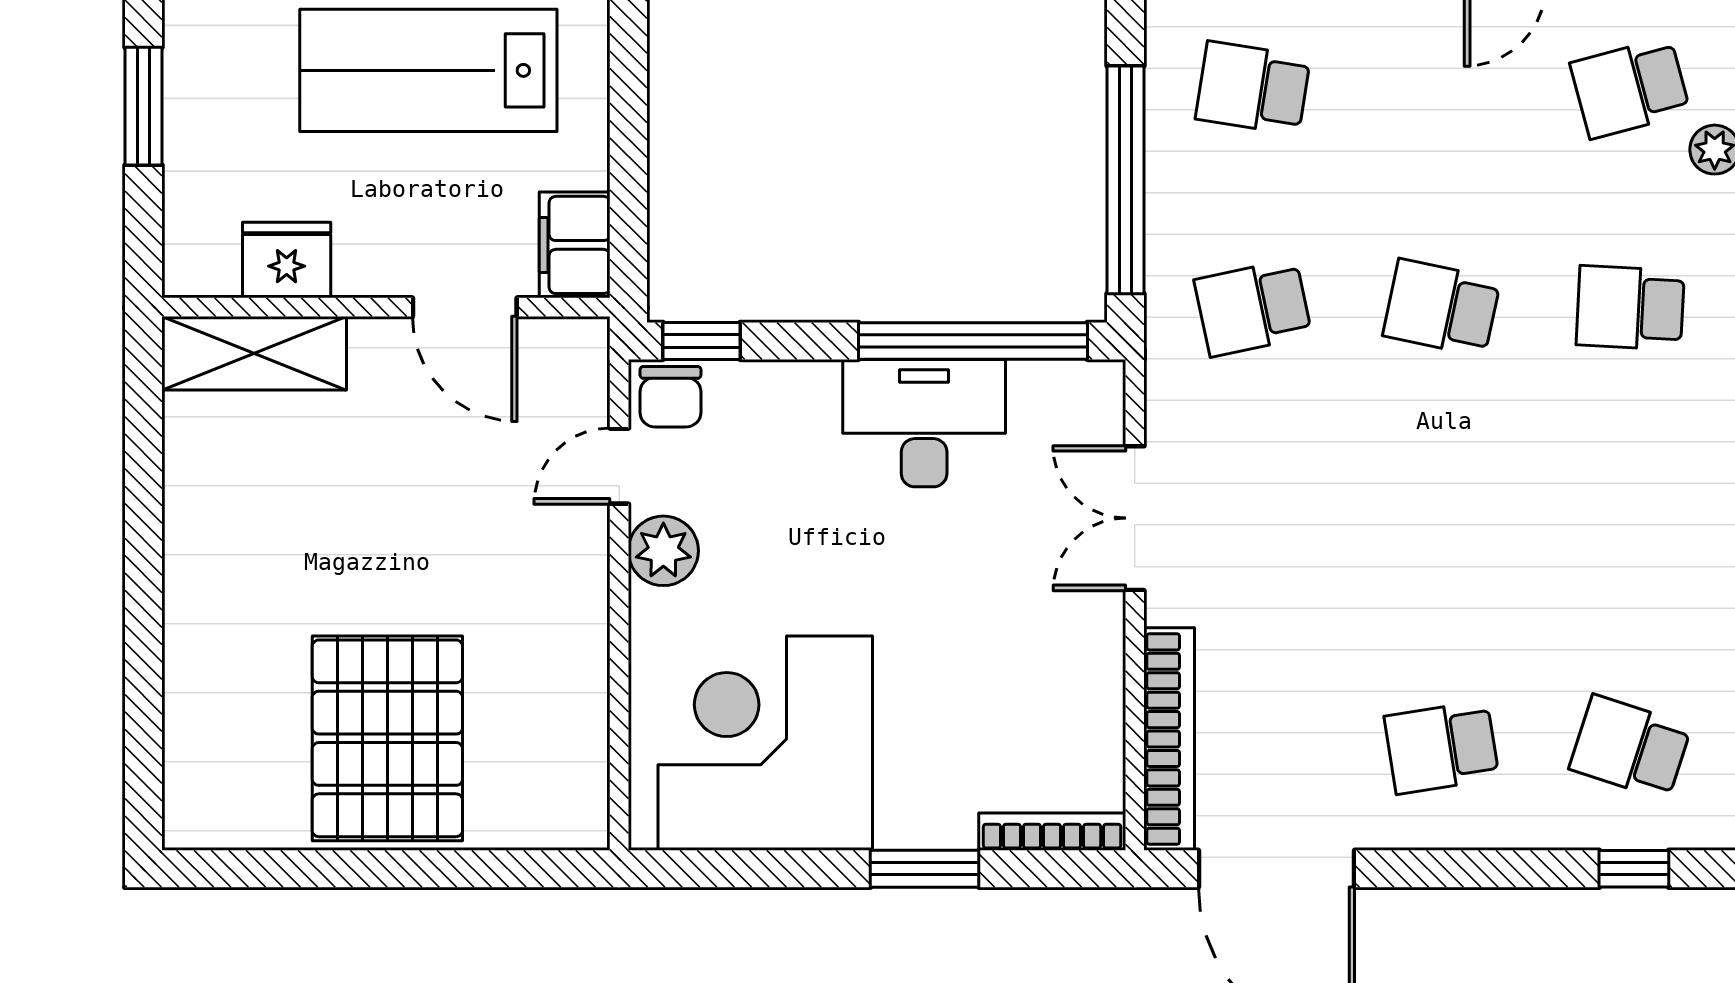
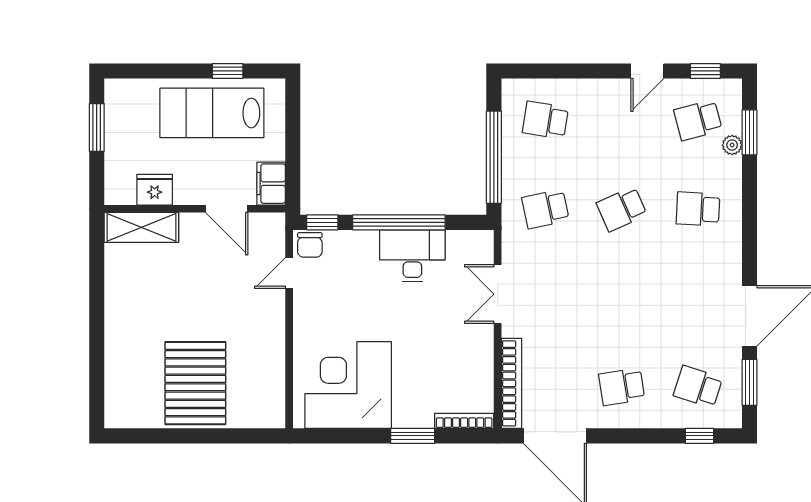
school desk: (1442, 308) -> (622, 209), turned -36
window: (973, 341) -> (399, 222), moved
plant: (663, 551) -> (307, 307), removed

